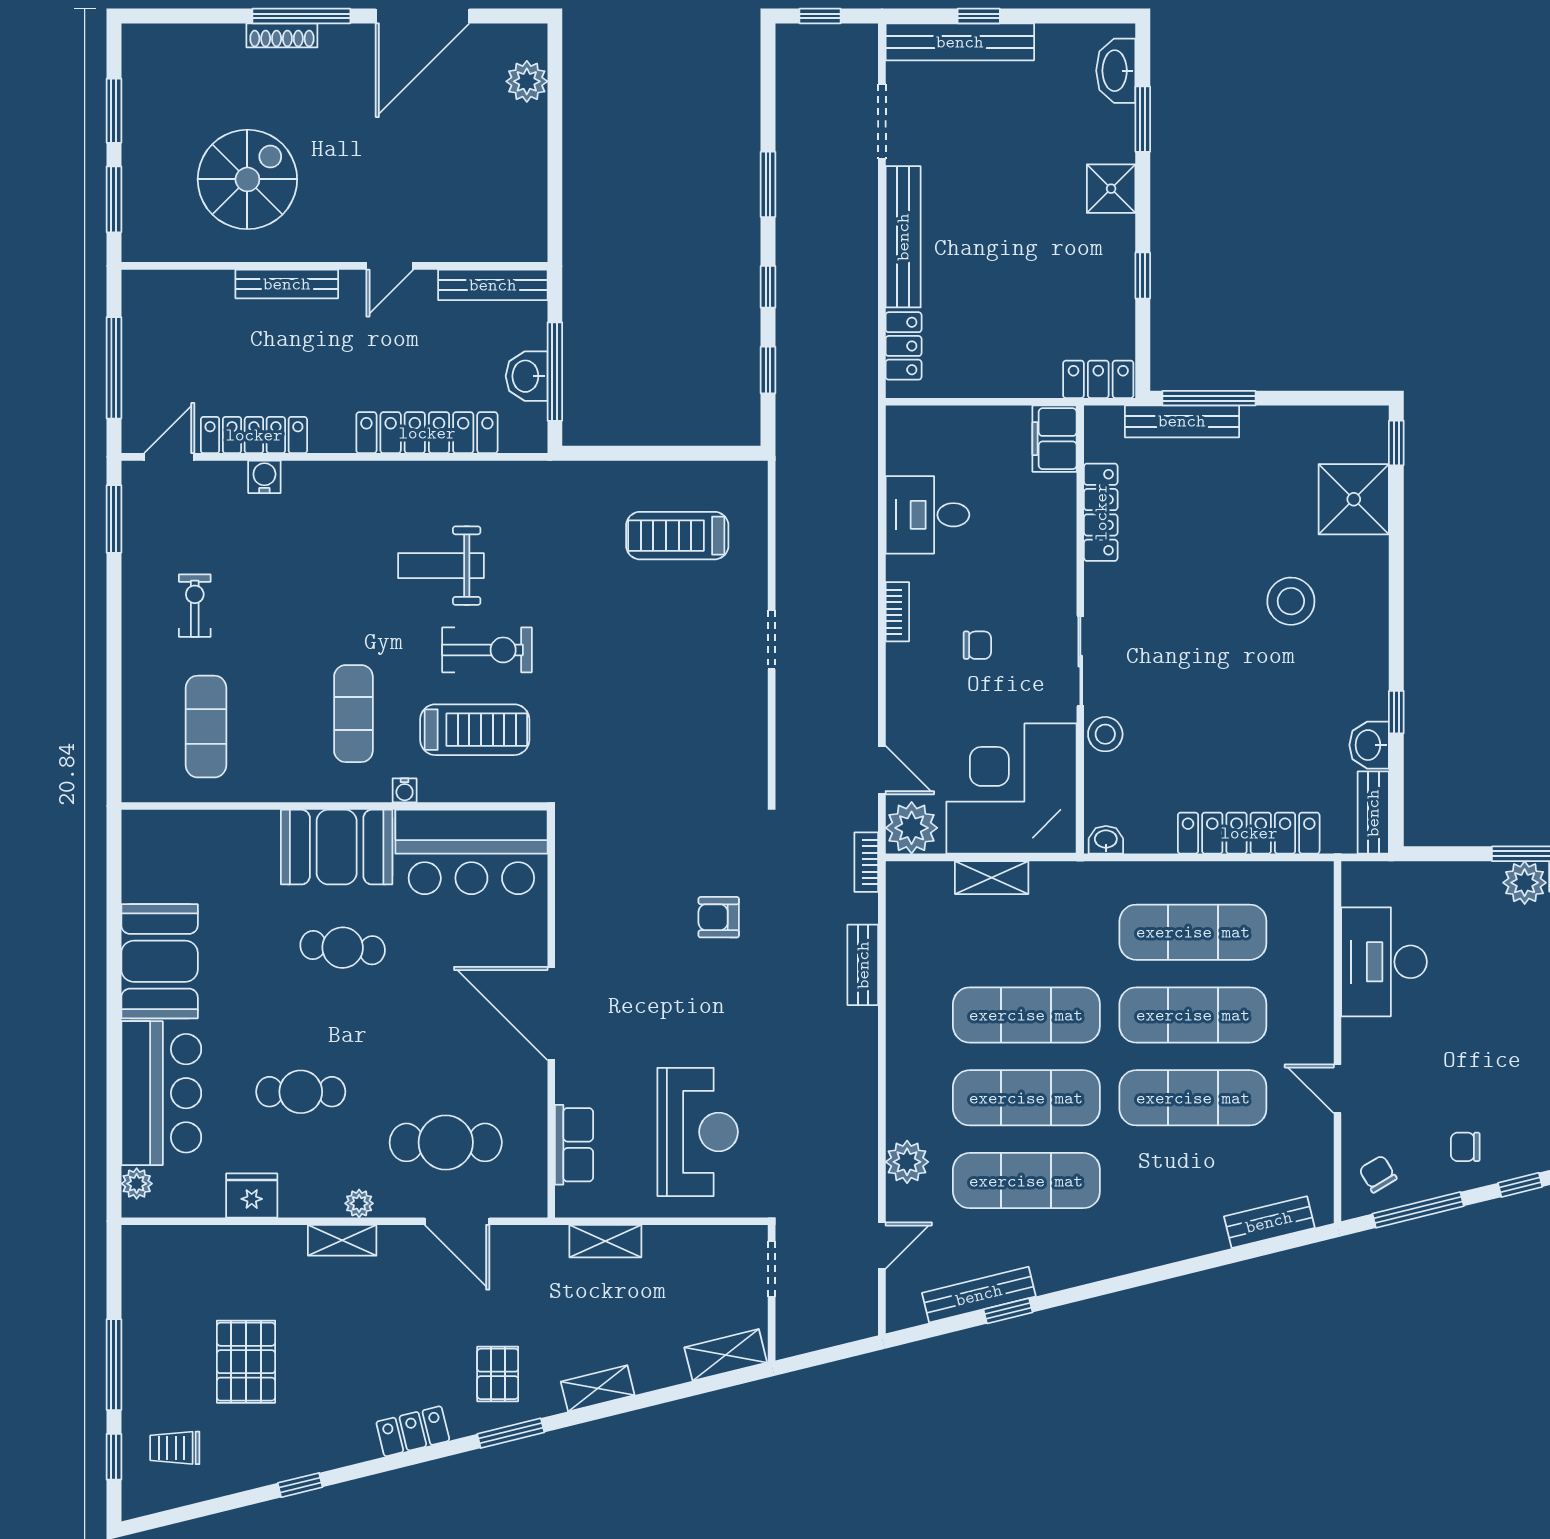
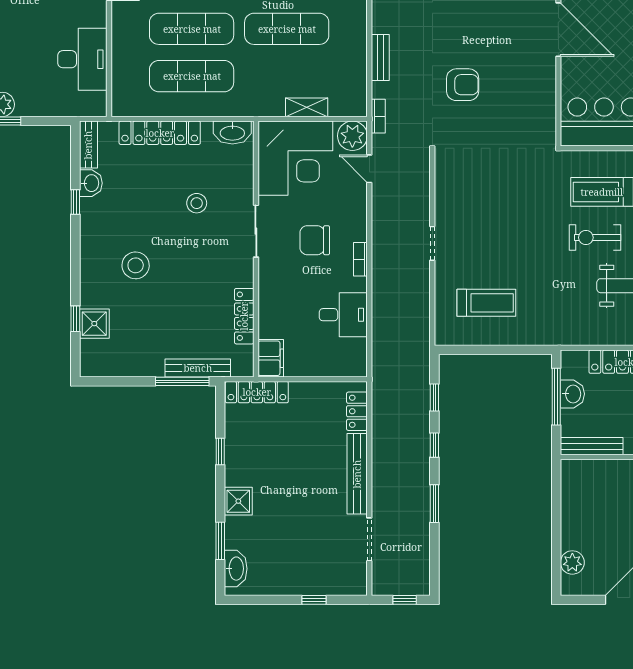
bench: (960, 42) -> (325, 585), removed
locker: (1098, 379) -> (257, 392), width x1.53
window: (1396, 443) -> (75, 319), moved
shower: (1354, 499) -> (94, 324), width x0.73, depth x0.73
chair: (977, 645) -> (315, 240), width x1.87, depth x1.87
stool: (1105, 734) -> (197, 203), moved
washbasin: (1106, 840) -> (232, 132), width x1.91, depth x1.45
armchair: (719, 917) -> (463, 85), width x1.38, depth x1.38

